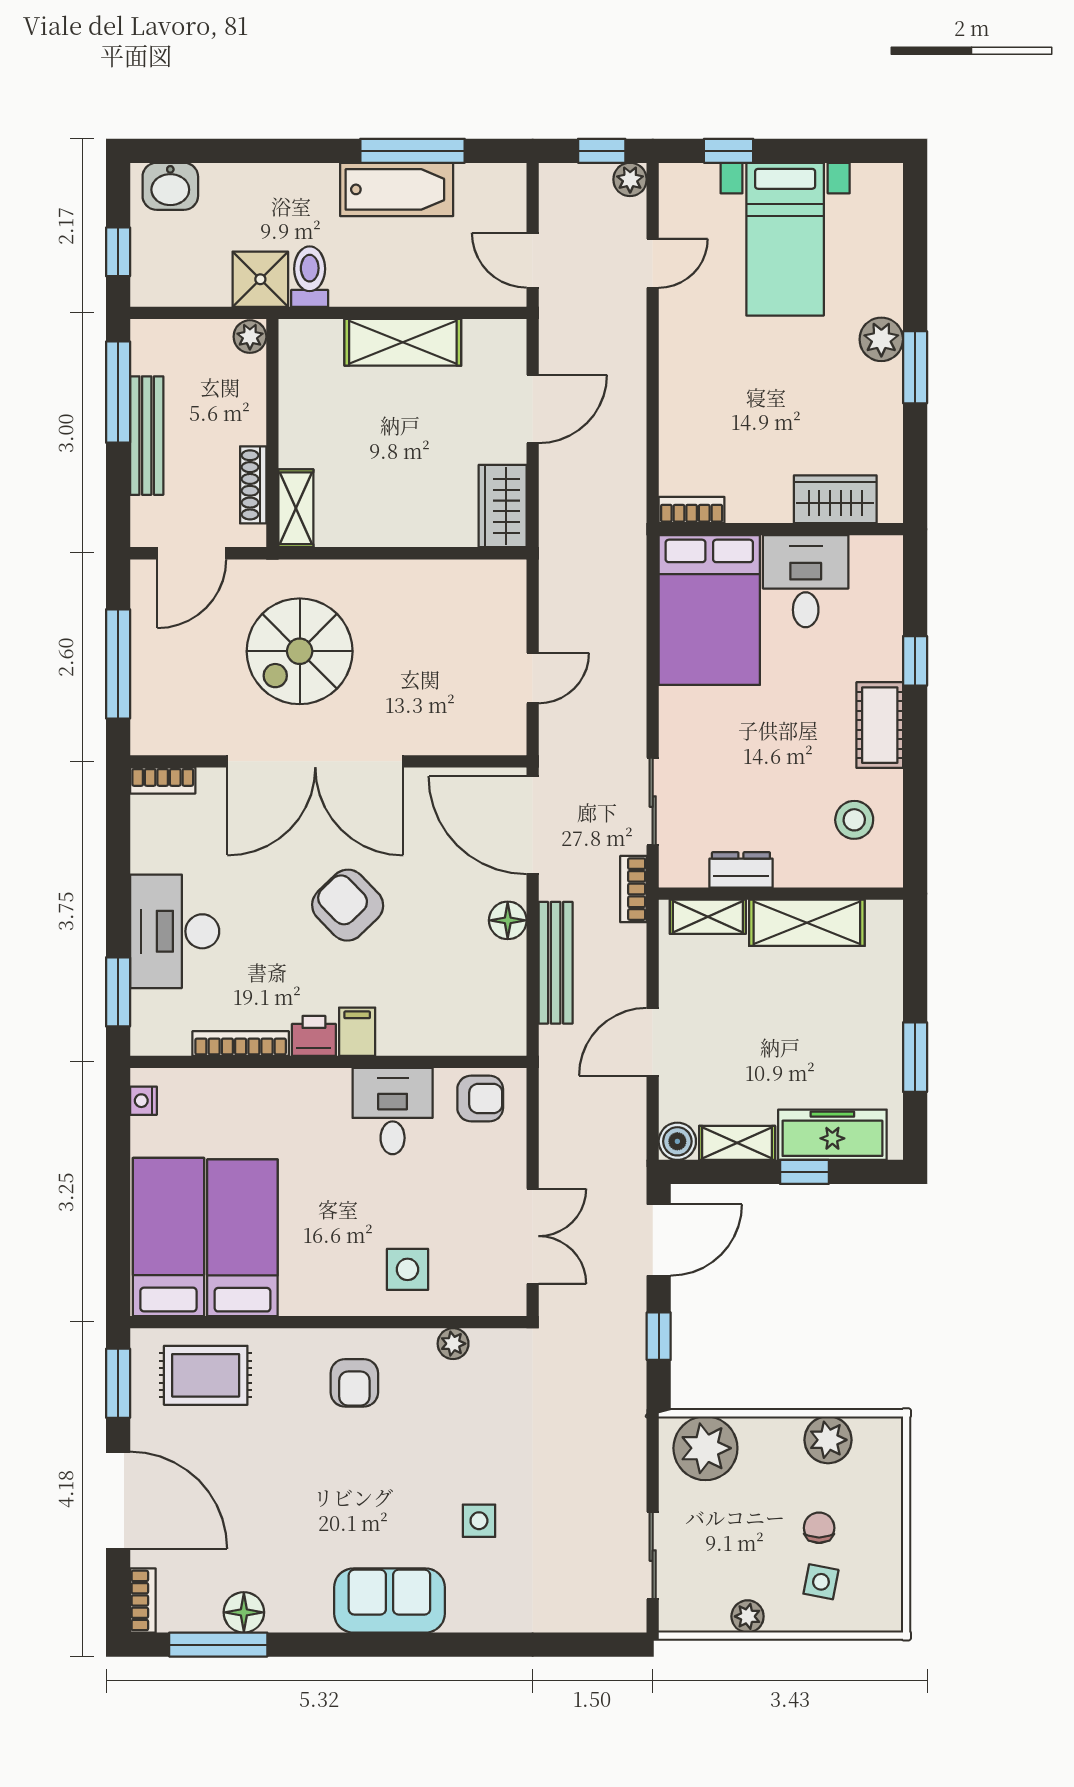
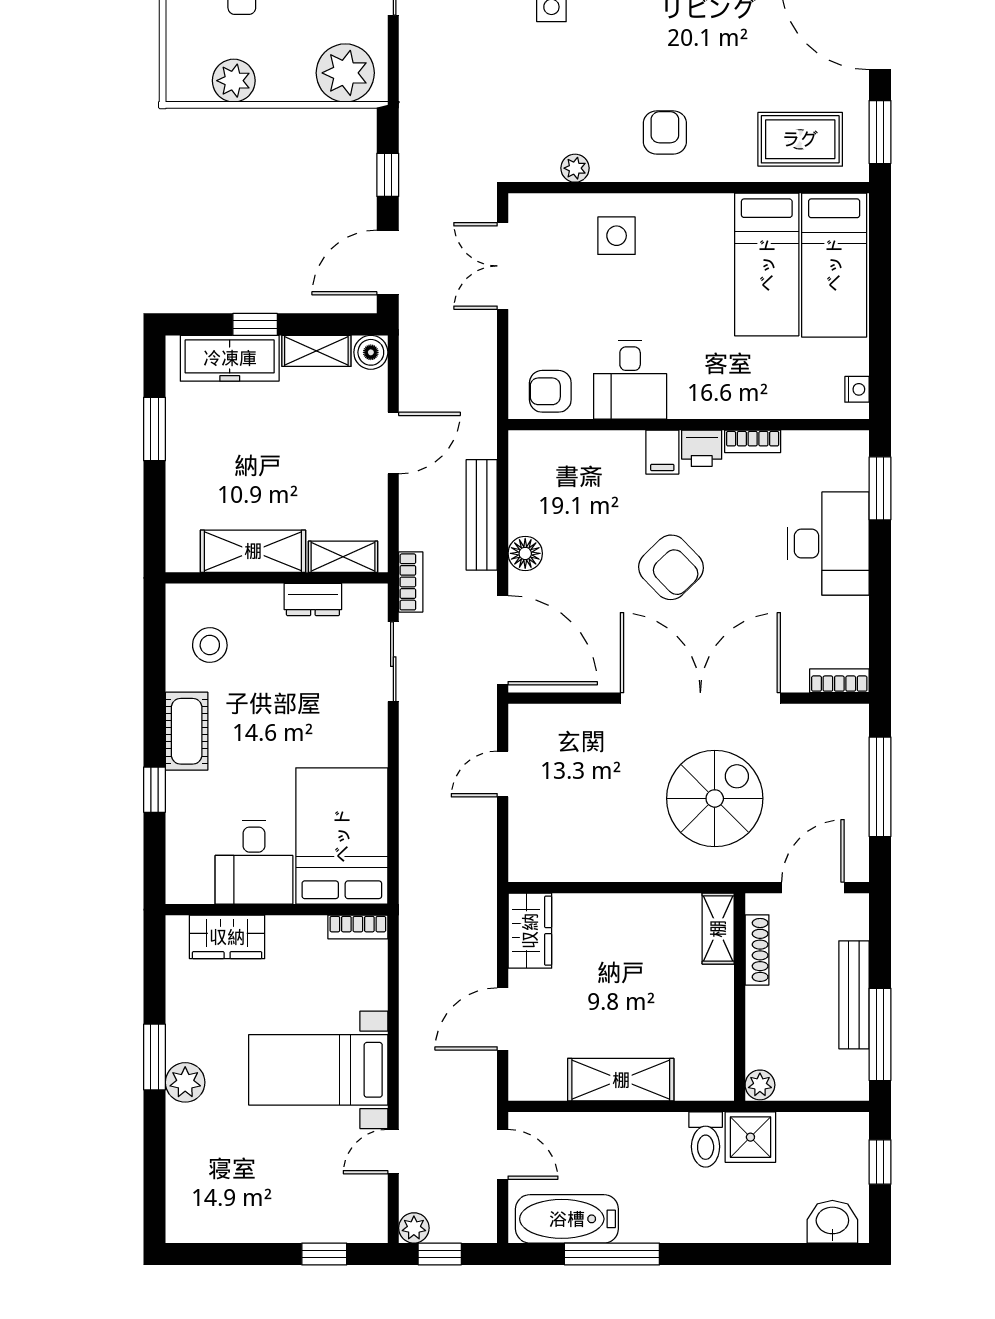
bathtub: (397, 189) -> (567, 1219), moved
bed with nightstands: (785, 239) -> (318, 1070), moved, turned -90
bookcase: (241, 1043) -> (753, 441), width x0.64

